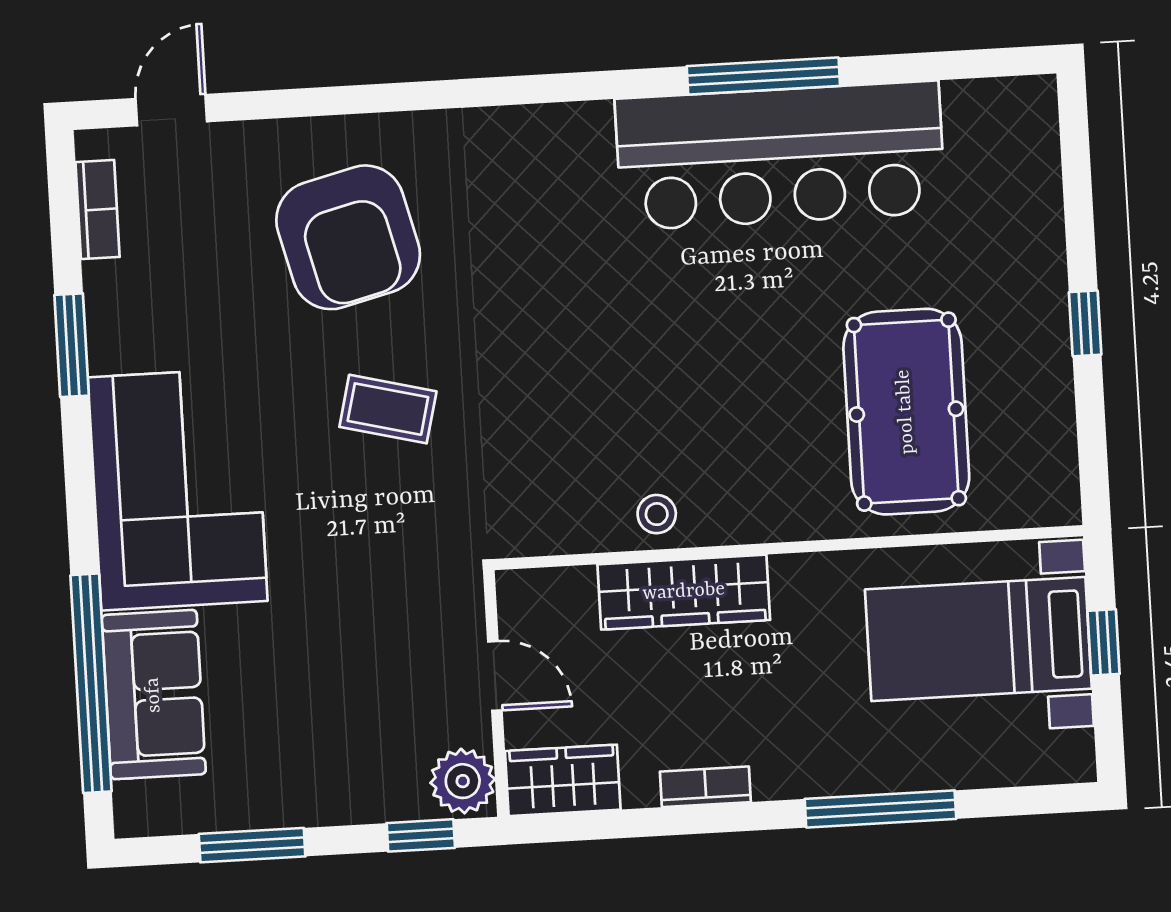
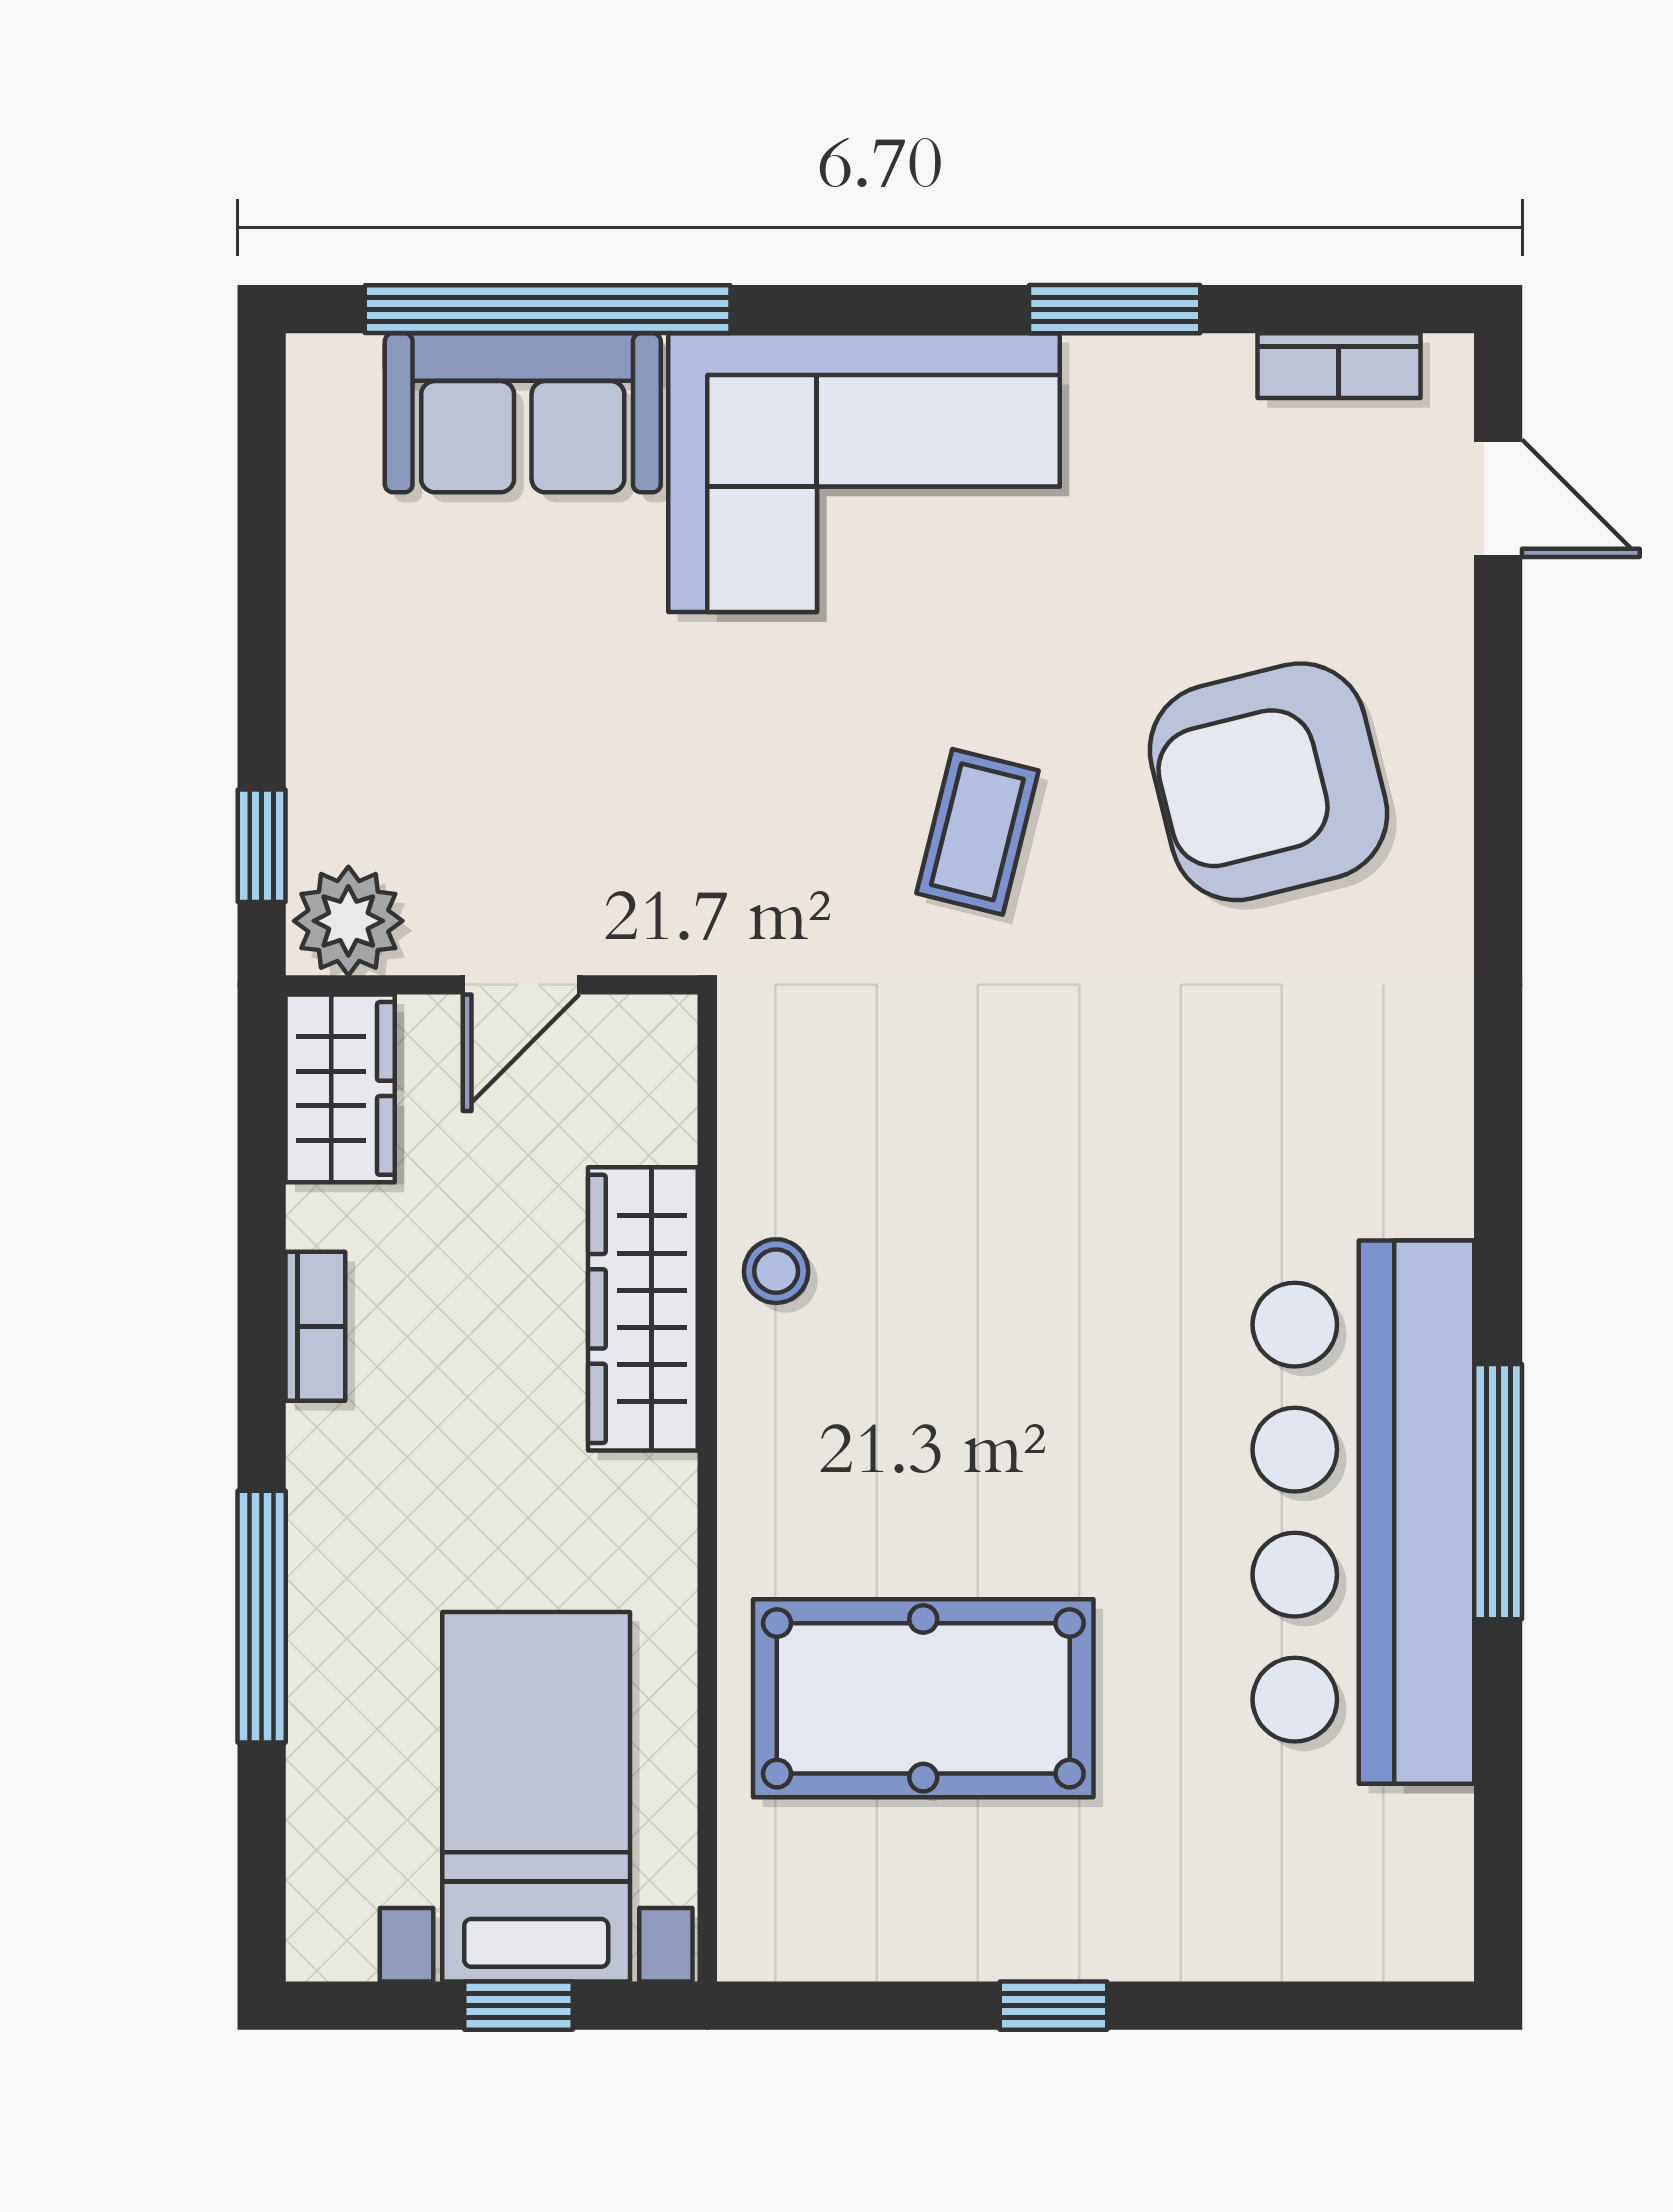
window: (252, 845) -> (262, 563), removed

